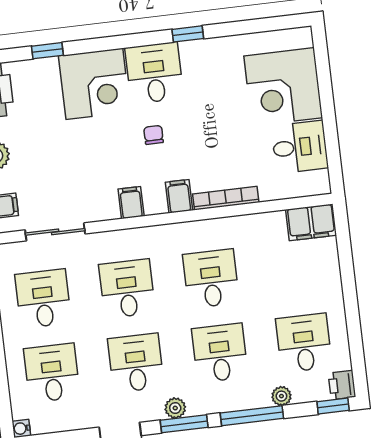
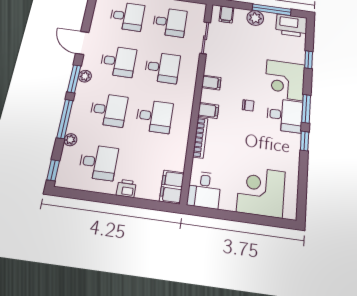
window: (134, 40) -> (306, 109), added
desk: (300, 147) -> (204, 190), moved
printer: (342, 385) -> (126, 188), moved

